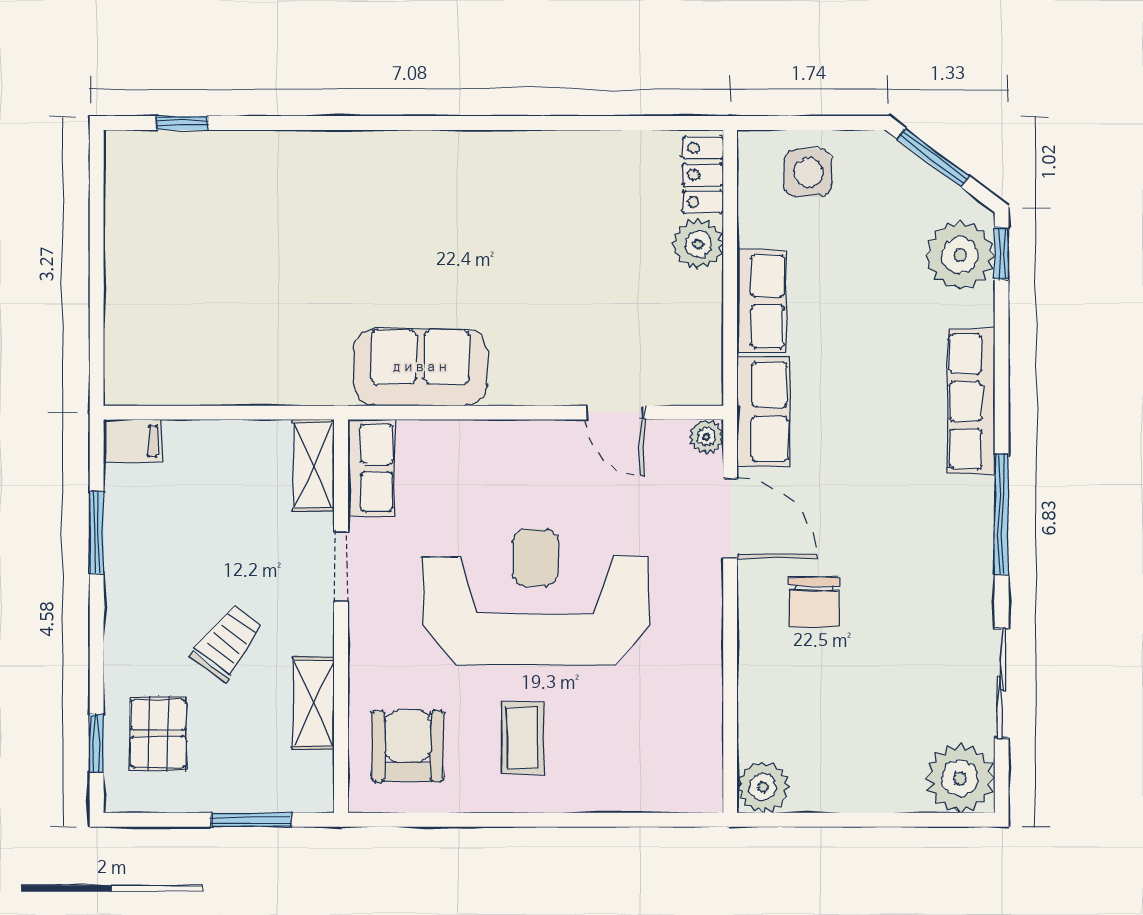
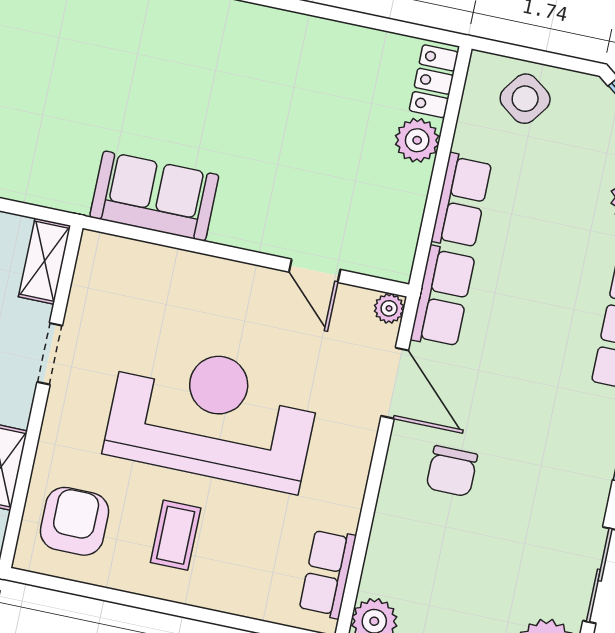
side table: (808, 173) -> (525, 99), turned 36
row of seats: (371, 468) -> (328, 573), moved, turned 180

